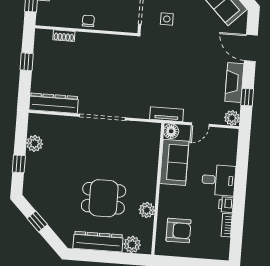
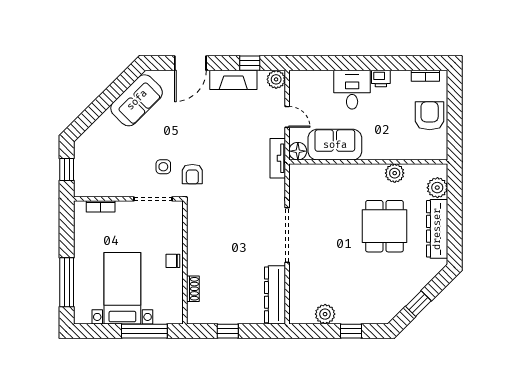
armchair: (159, 43) -> (192, 174), added
bookcase: (227, 225) -> (425, 76), moved
armchair: (179, 231) -> (430, 116), moved

